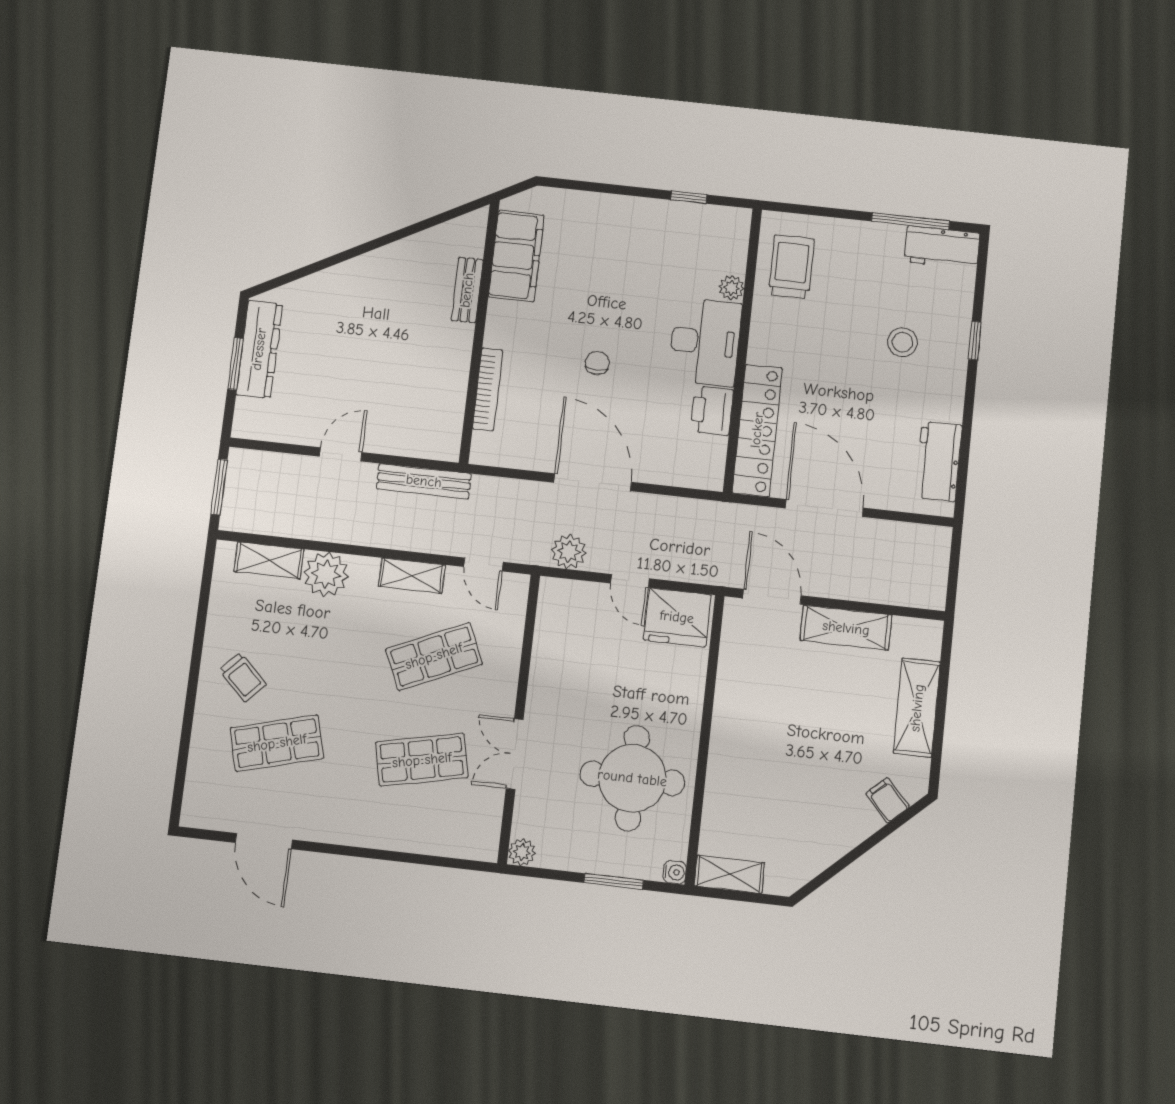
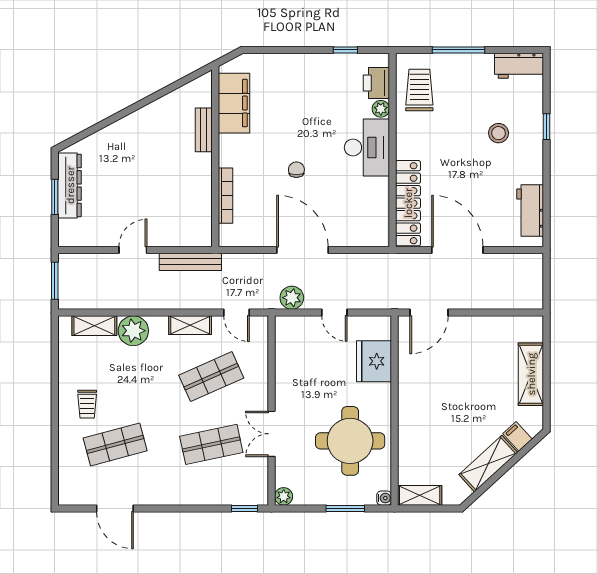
window: (911, 221) -> (458, 50), moved
printer: (712, 411) -> (376, 83), moved
door: (772, 597) -> (429, 313), swing flipped
fridge: (677, 617) -> (374, 361), moved, turned 90
shelving: (846, 628) -> (488, 464), moved, turned -42
trolley: (243, 677) -> (87, 404), turned 46
window: (460, 864) -> (244, 508), added

